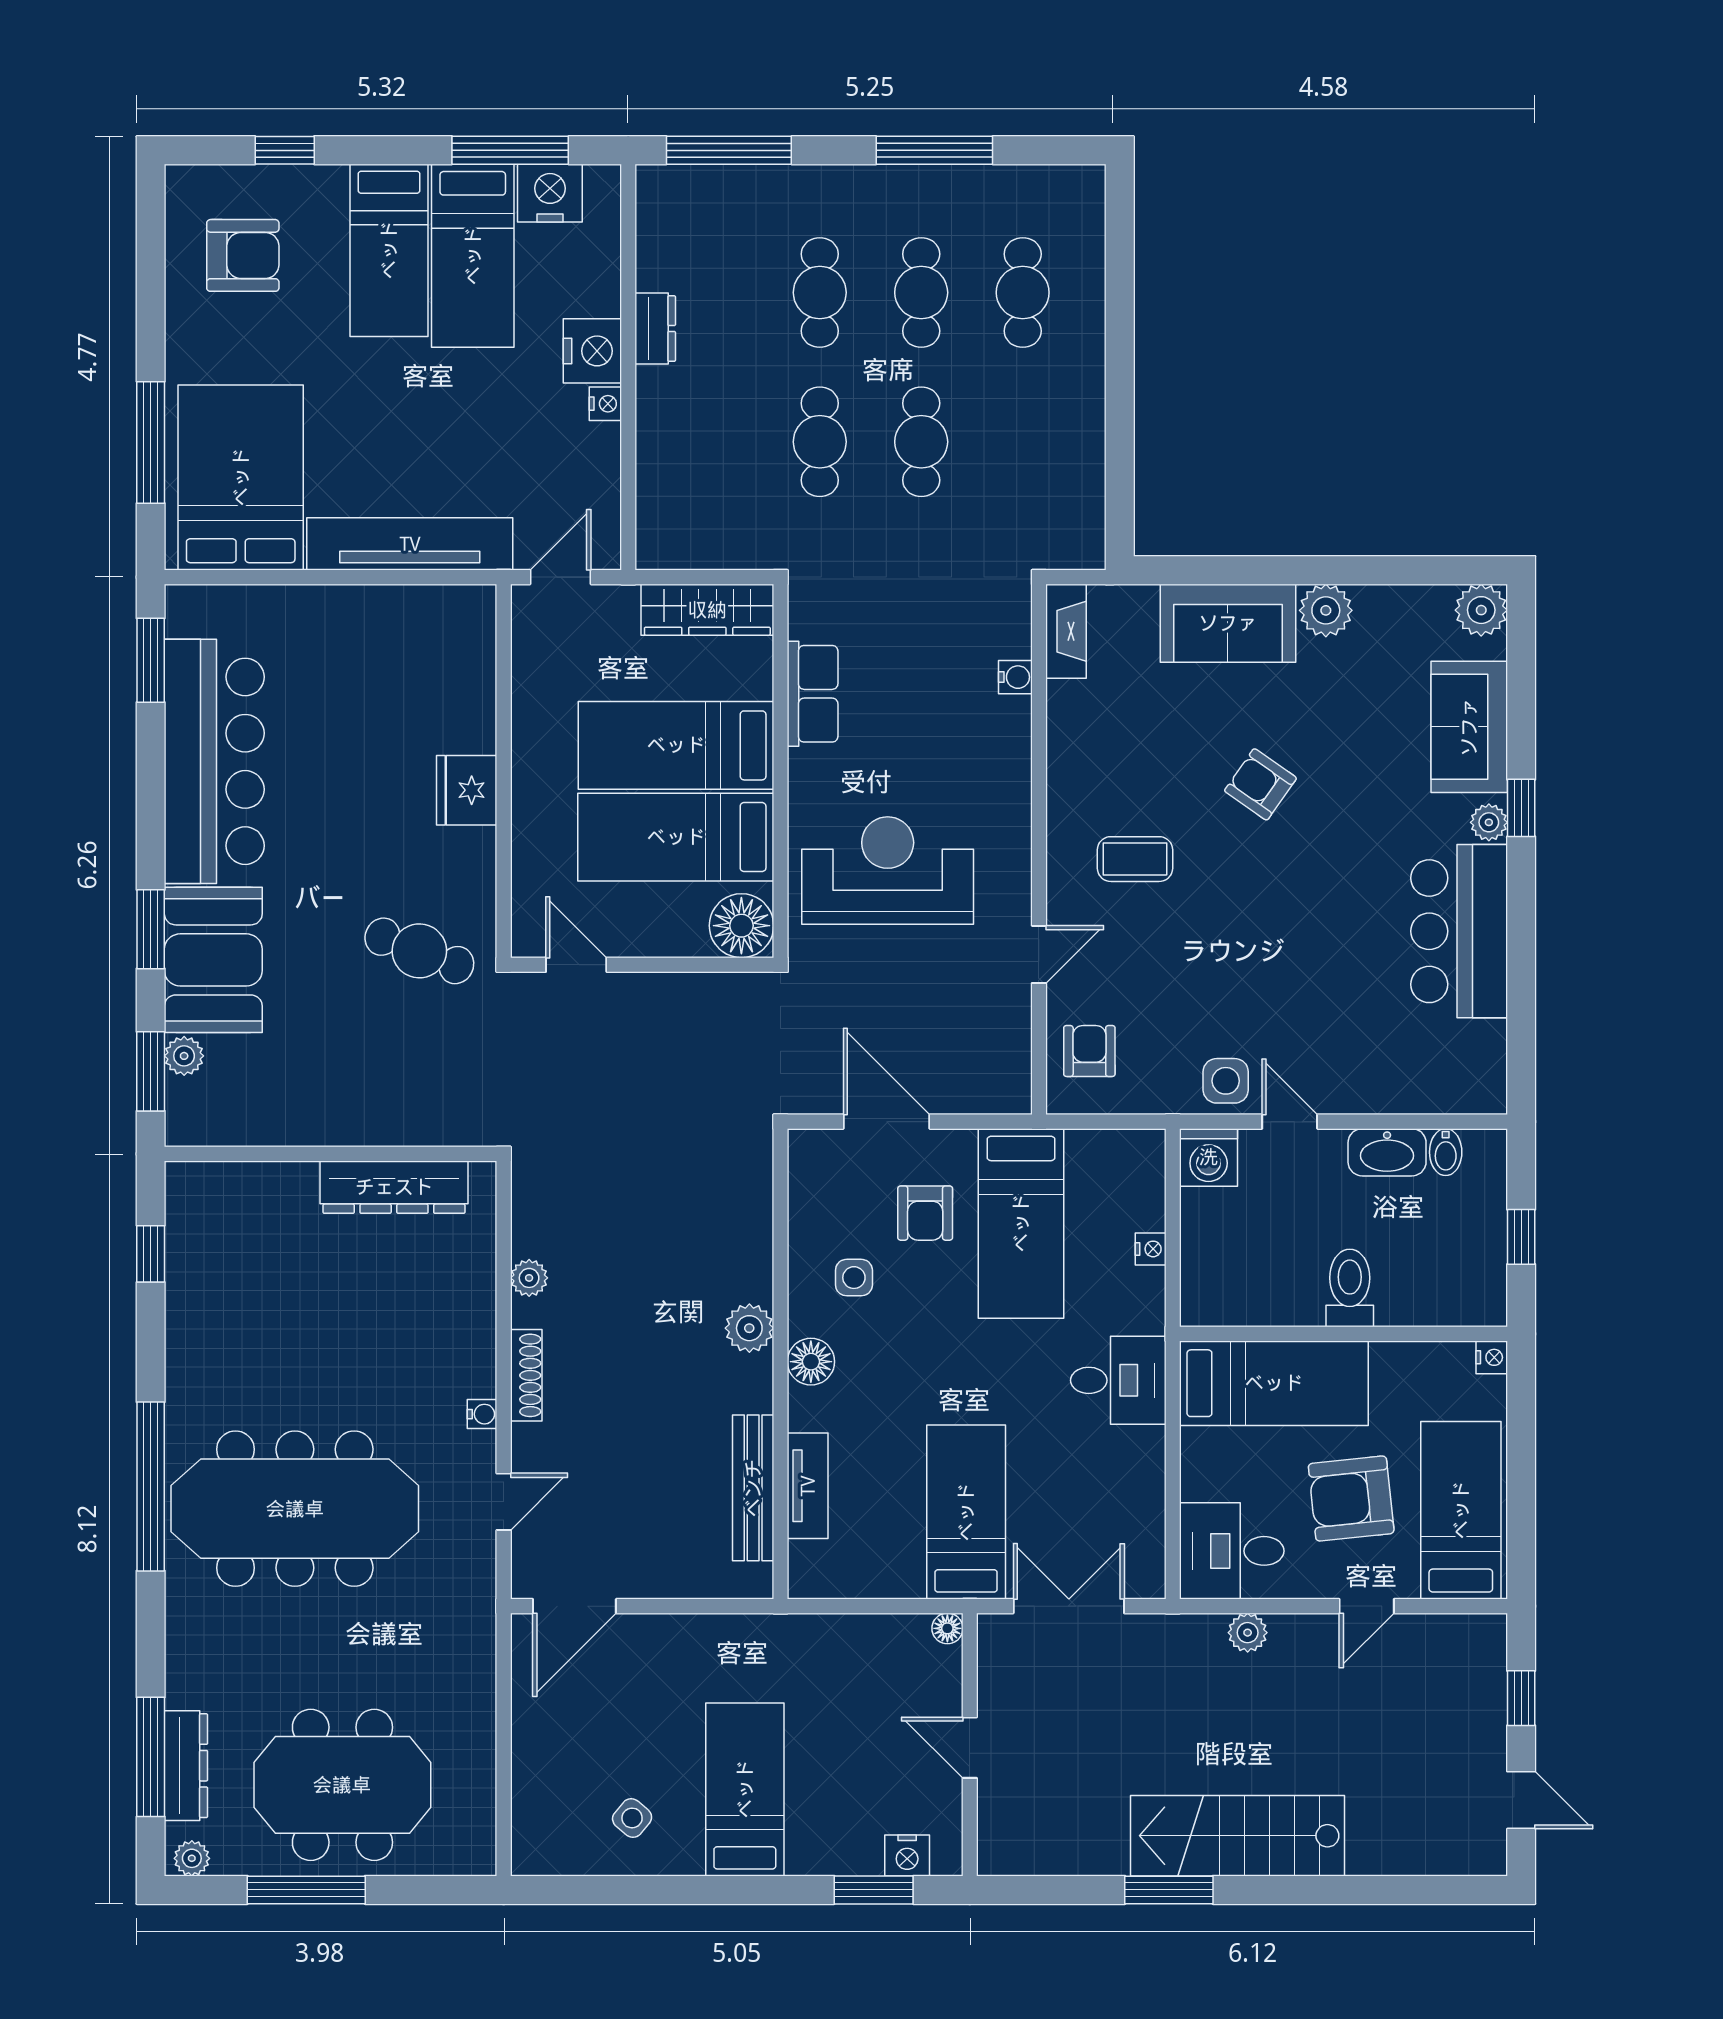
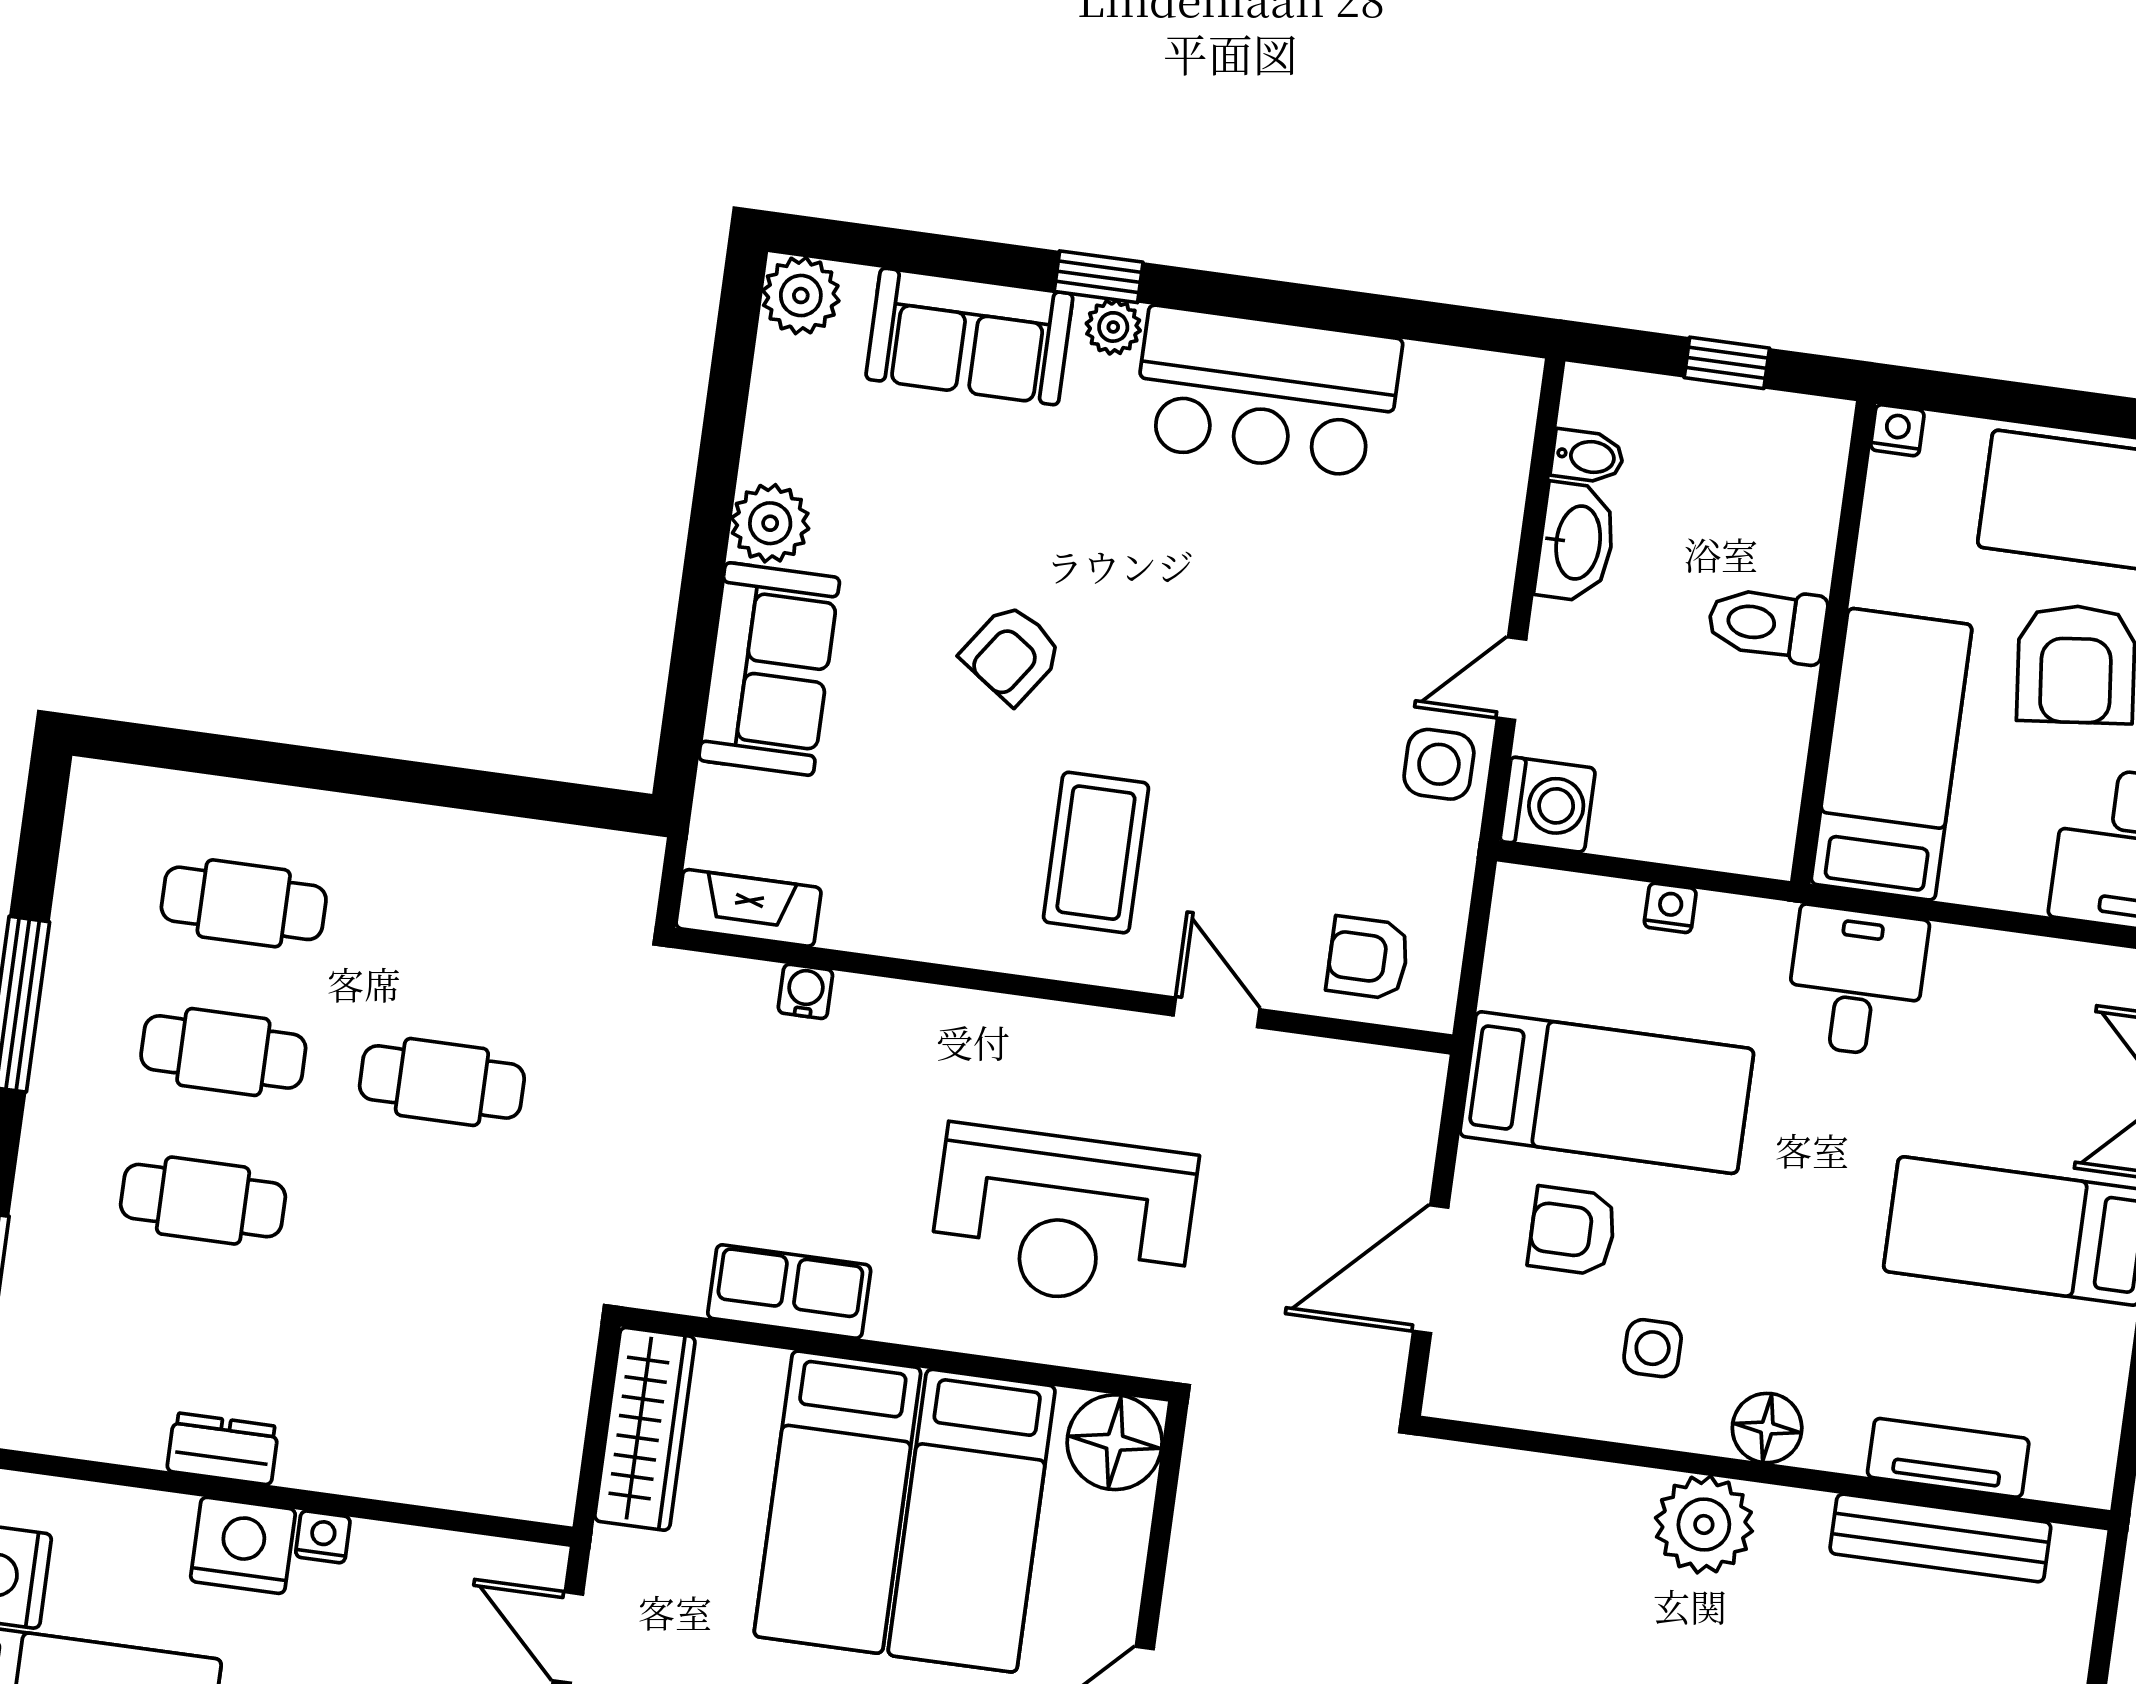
cafe table: (820, 442) -> (422, 1231), removed
coffee table: (1135, 859) -> (1096, 853), width x1.36, depth x1.30
reception desk: (888, 871) -> (1063, 1217), turned -90
armchair: (925, 1213) -> (1572, 1231), turned 180
plant: (749, 1328) -> (1704, 1524), width x1.36, depth x1.36

